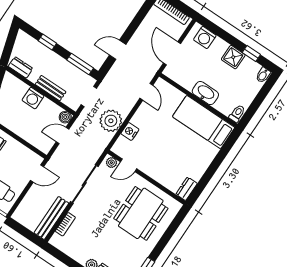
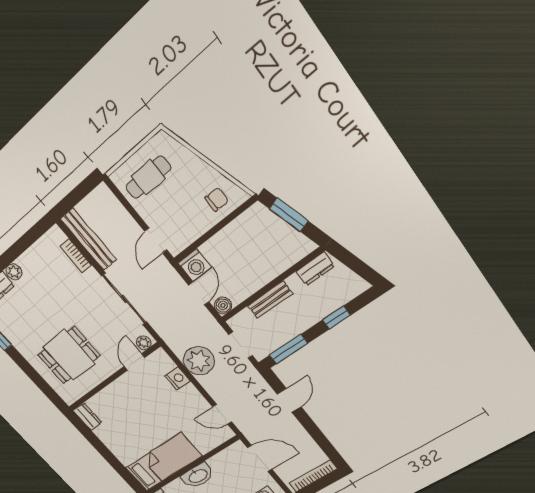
washing machine: (33, 98) -> (195, 265), moved, turned 180
dining table: (141, 213) -> (69, 355), width x0.73

